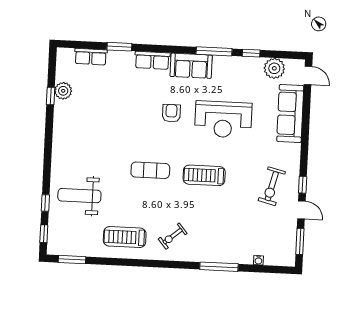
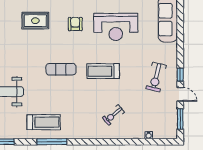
rug: (120, 106) -> (35, 21), added
exercise bike: (173, 236) -> (113, 115), moved
treadmill: (125, 237) -> (44, 122), turned 180
window: (219, 267) -> (52, 142), moved

